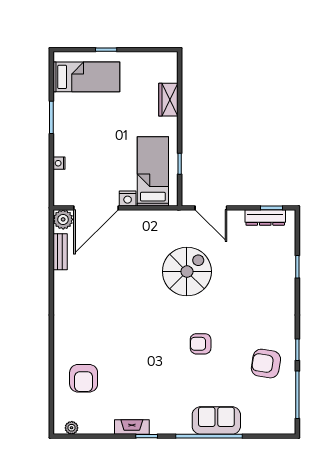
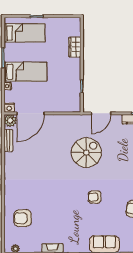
bed: (153, 171) -> (25, 72), moved, turned 90
nightstand: (128, 198) -> (9, 108), moved
door: (211, 208) -> (101, 113), hinge flipped
armchair: (84, 378) -> (23, 218), turned 90

